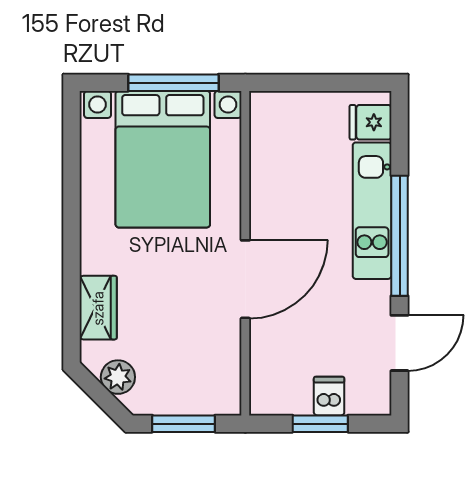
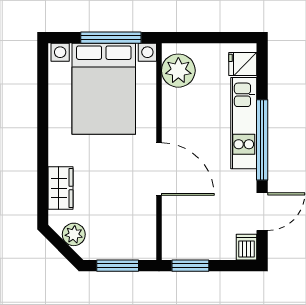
plant: (274, 132) -> (178, 71), added
door: (245, 279) -> (159, 169), hinge flipped
dishwasher: (329, 396) -> (247, 247), moved
window: (320, 424) -> (190, 266), moved

